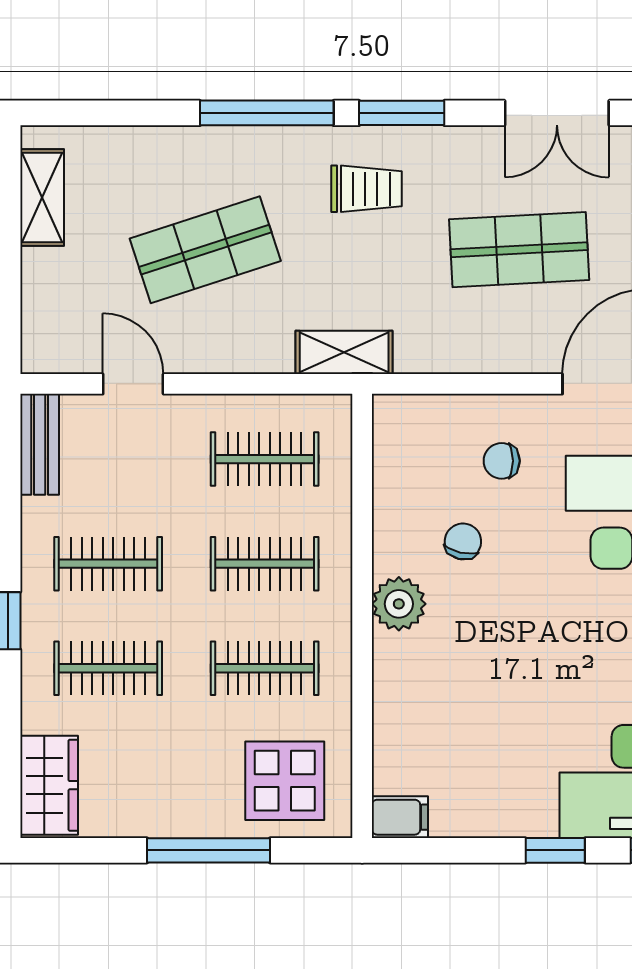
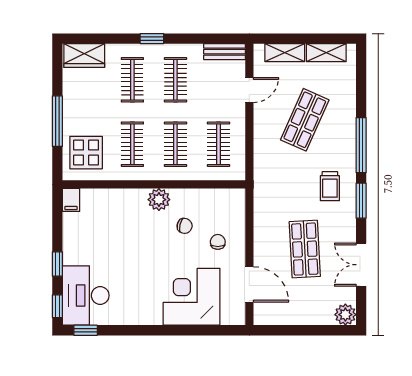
shop shelf: (205, 250) -> (305, 120), turned 42
shelving: (344, 352) -> (285, 53), moved, turned 90

